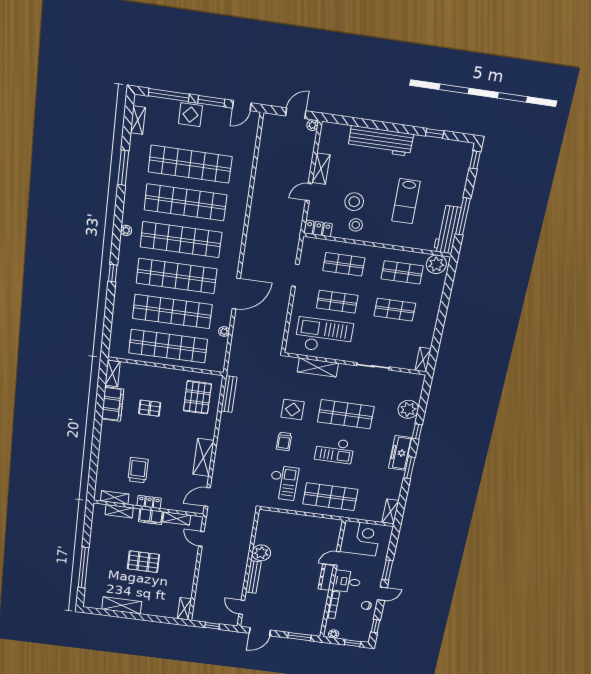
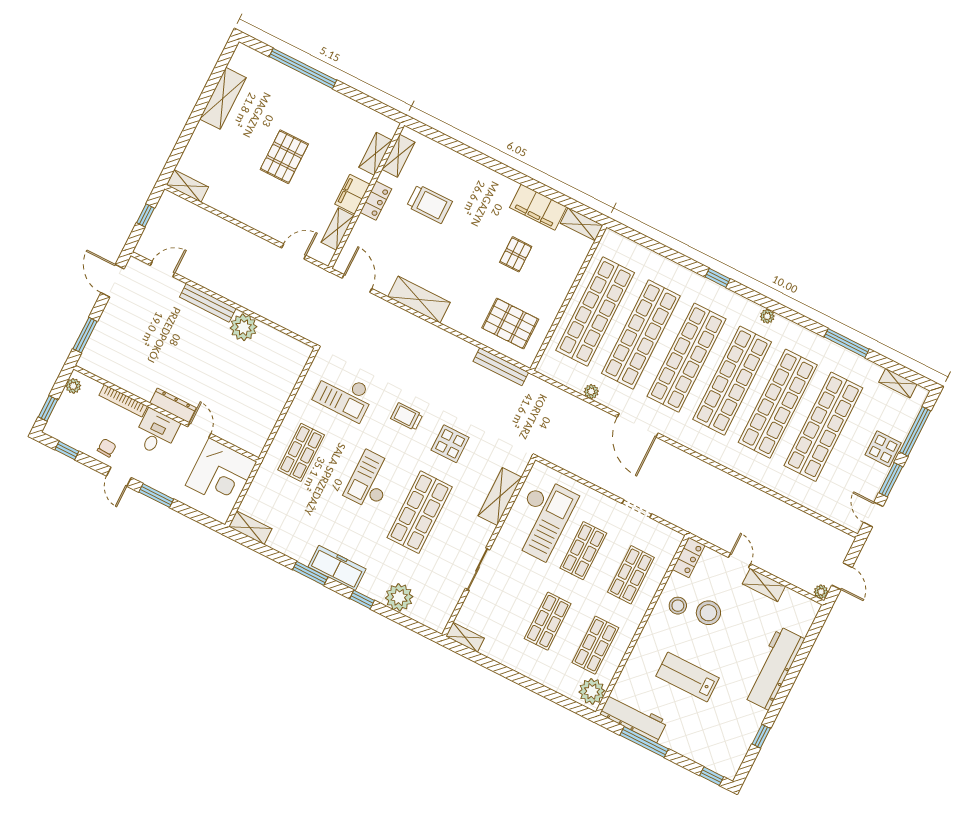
shop shelf: (330, 497) -> (301, 452), width x0.70, depth x0.74

